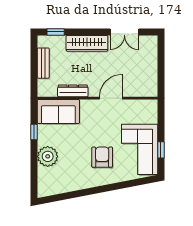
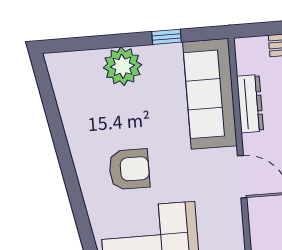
sofa: (58, 112) -> (210, 94), width x1.36

